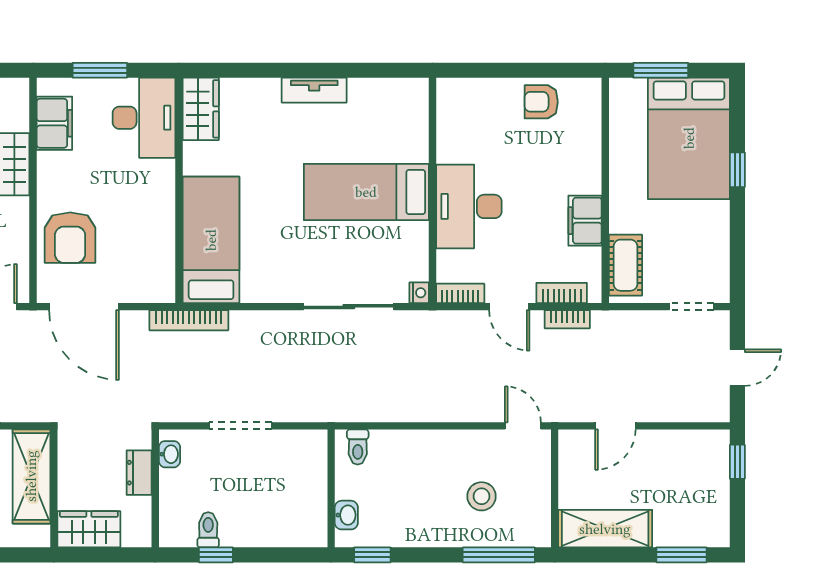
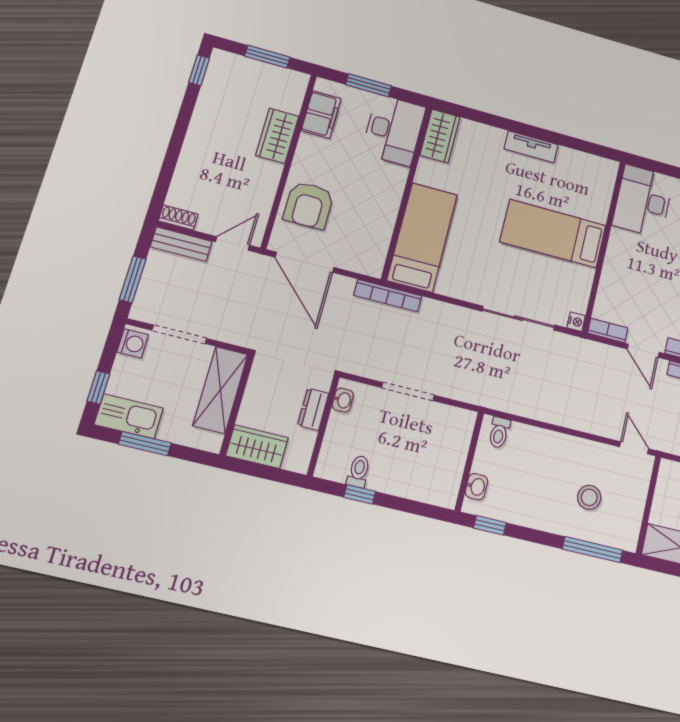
desk: (469, 206) -> (643, 201), moved

